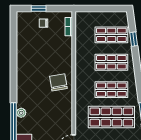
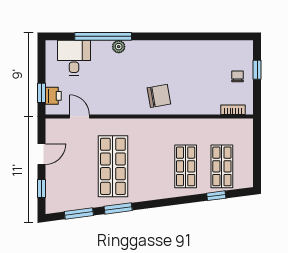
shop shelf: (111, 90) -> (149, 166), removed

